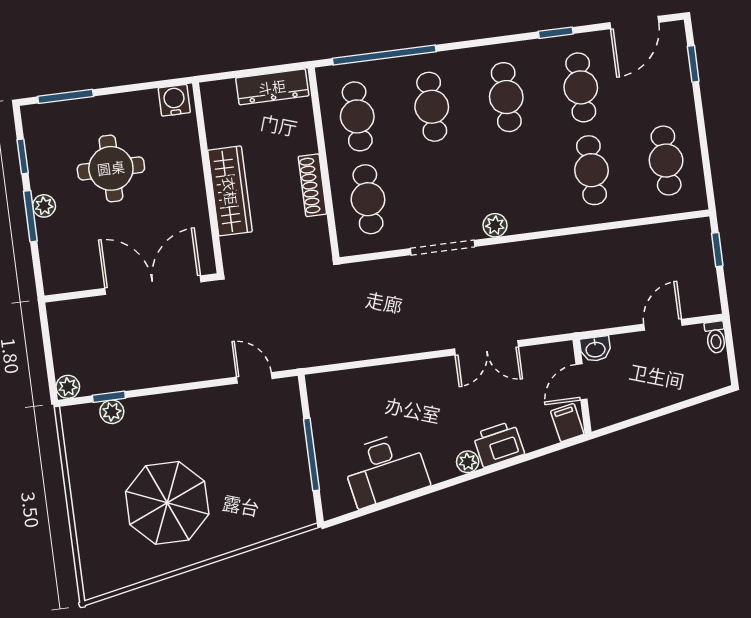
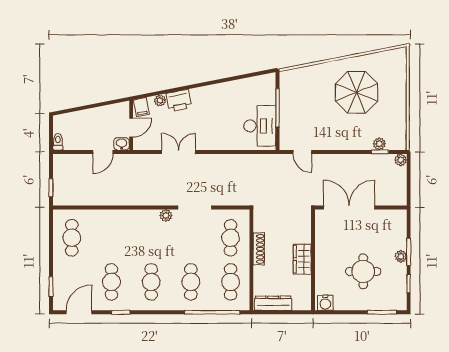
cafe table: (592, 170) -> (111, 238), removed
wardrobe: (230, 191) -> (302, 259), width x0.67
double door: (153, 285) -> (349, 207), swing flipped
door: (663, 325) -> (103, 152), moved
plant: (468, 462) -> (160, 101), moved
desk: (385, 469) -> (260, 126), moved, turned 101

